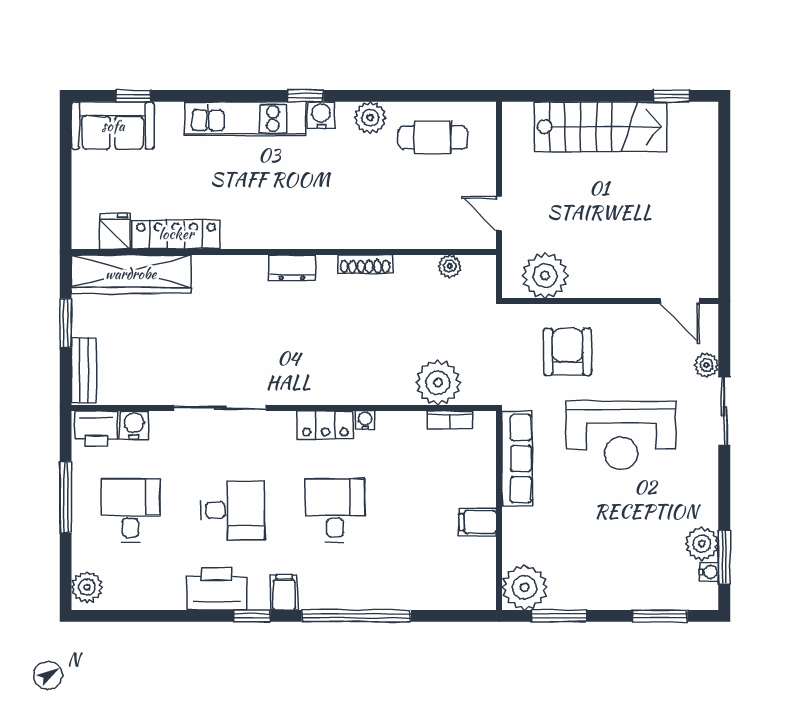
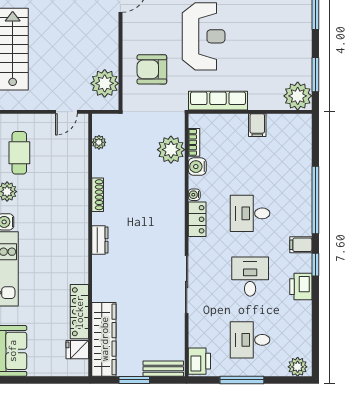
water cooler: (134, 425) -> (197, 167), moved
printer: (217, 589) -> (301, 287), width x0.73, depth x0.84

